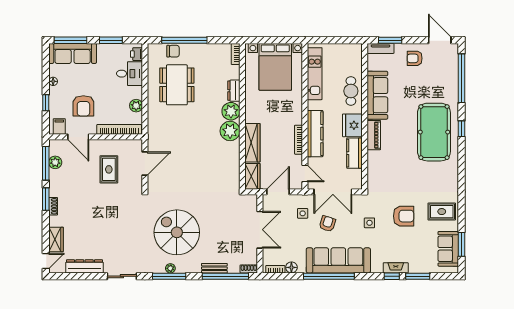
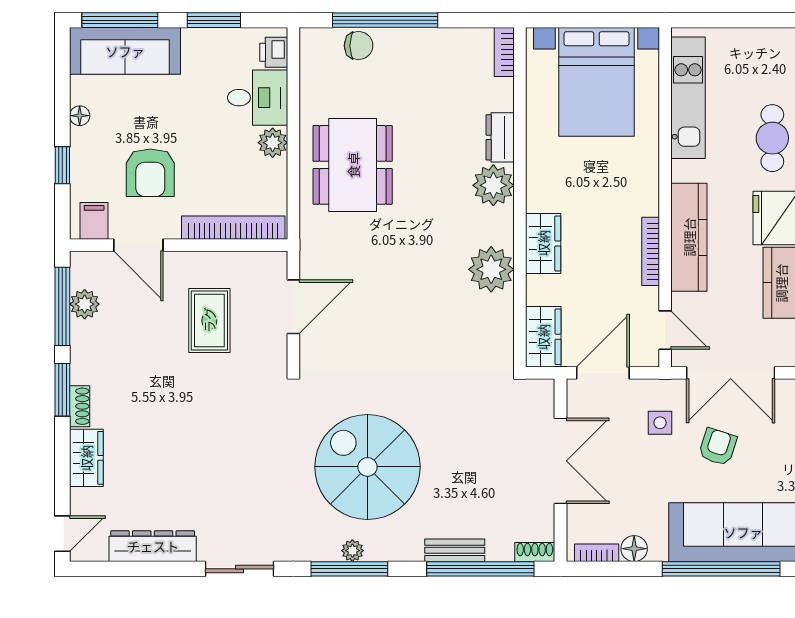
dining table: (177, 85) -> (353, 165), moved
plant: (136, 106) -> (273, 143), moved
plant: (230, 131) -> (491, 269), moved
wardrobe: (252, 143) -> (543, 243), width x0.67
wardrobe: (56, 239) -> (86, 458), moved

